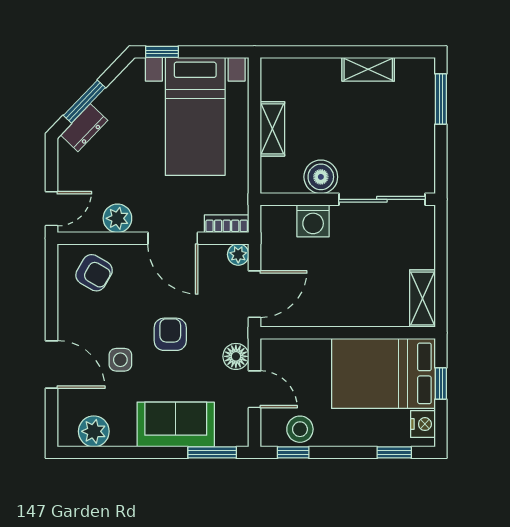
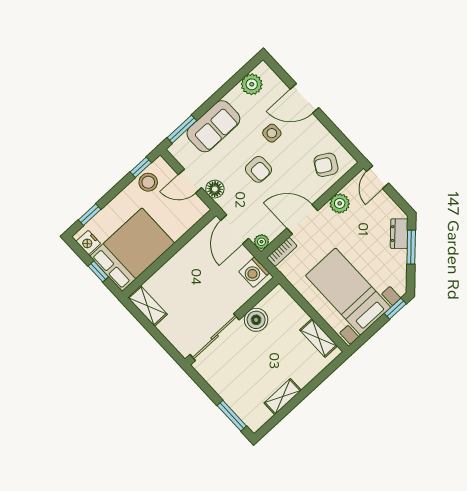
shelving: (272, 129) -> (318, 338), moved
washing machine: (313, 221) -> (254, 272), moved, turned -90

